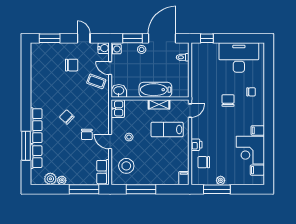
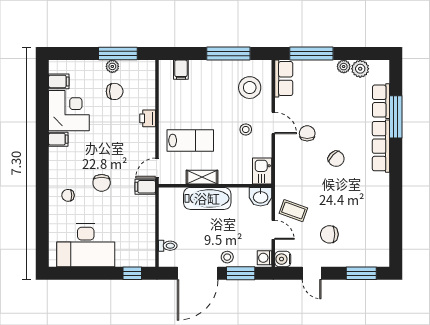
filing cabinet: (198, 98) -> (145, 187), added
chair: (204, 162) -> (115, 91), moved
filing cabinet: (184, 178) -> (181, 70), moved

